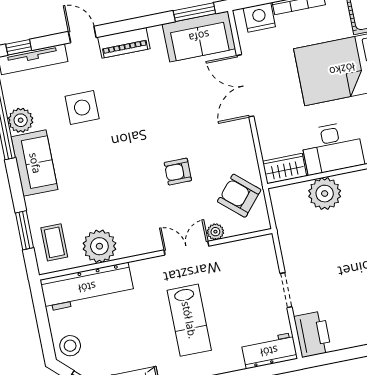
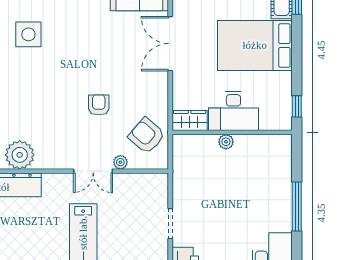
armchair: (178, 172) -> (99, 105), turned 90
plant: (325, 194) -> (226, 142), width x0.53, depth x0.53
double door: (186, 248) -> (93, 171), swing flipped

